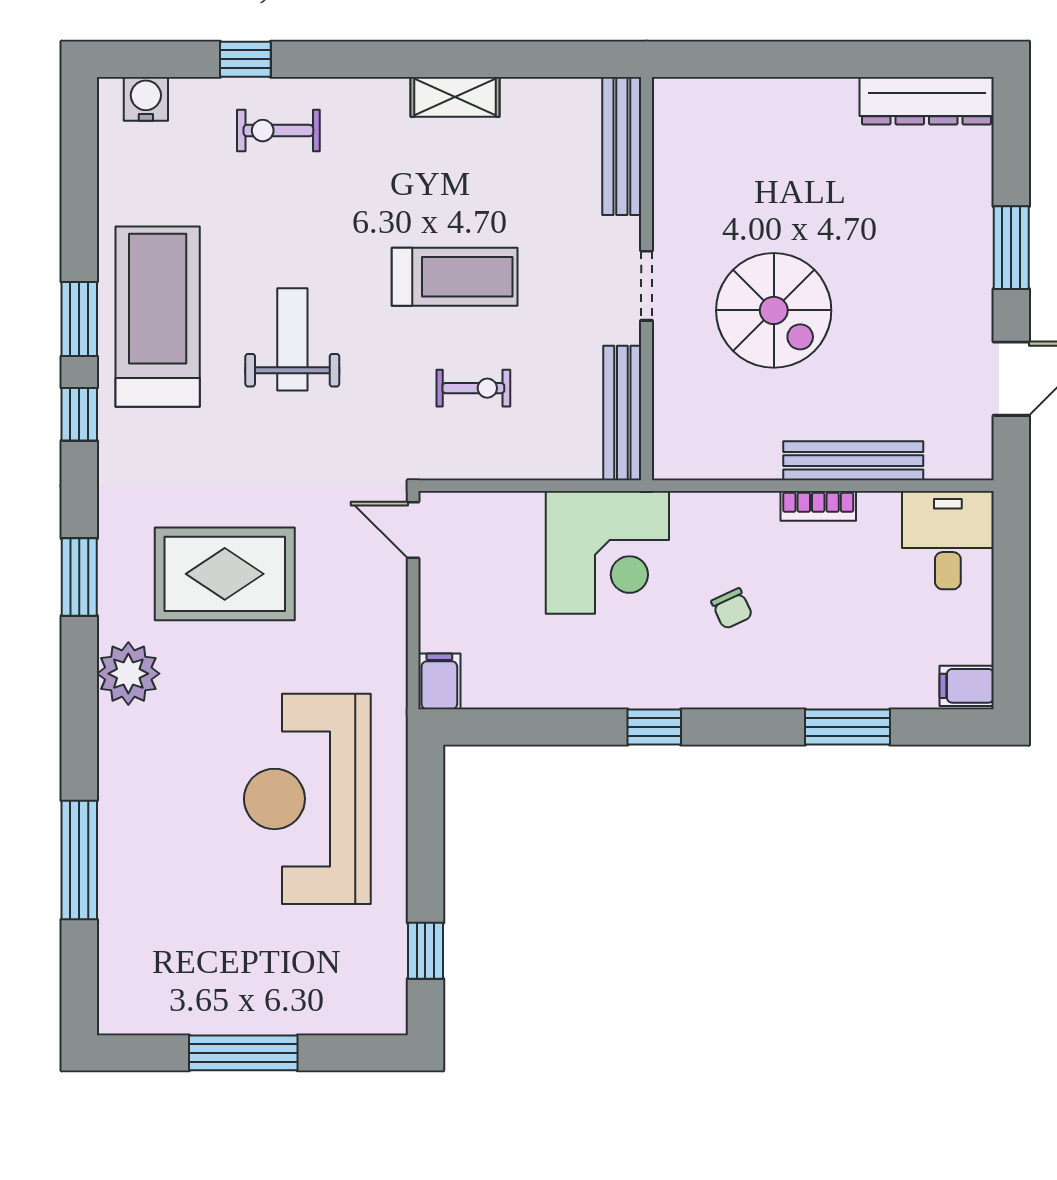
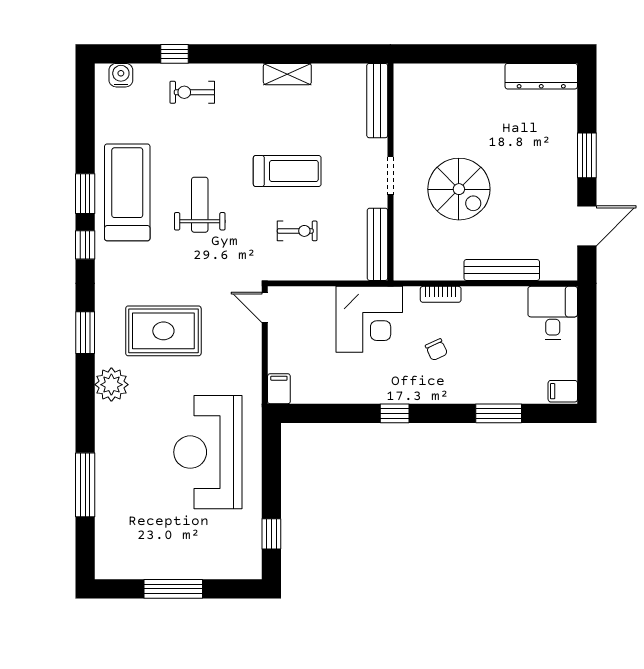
bookcase: (818, 506) -> (441, 294), moved

